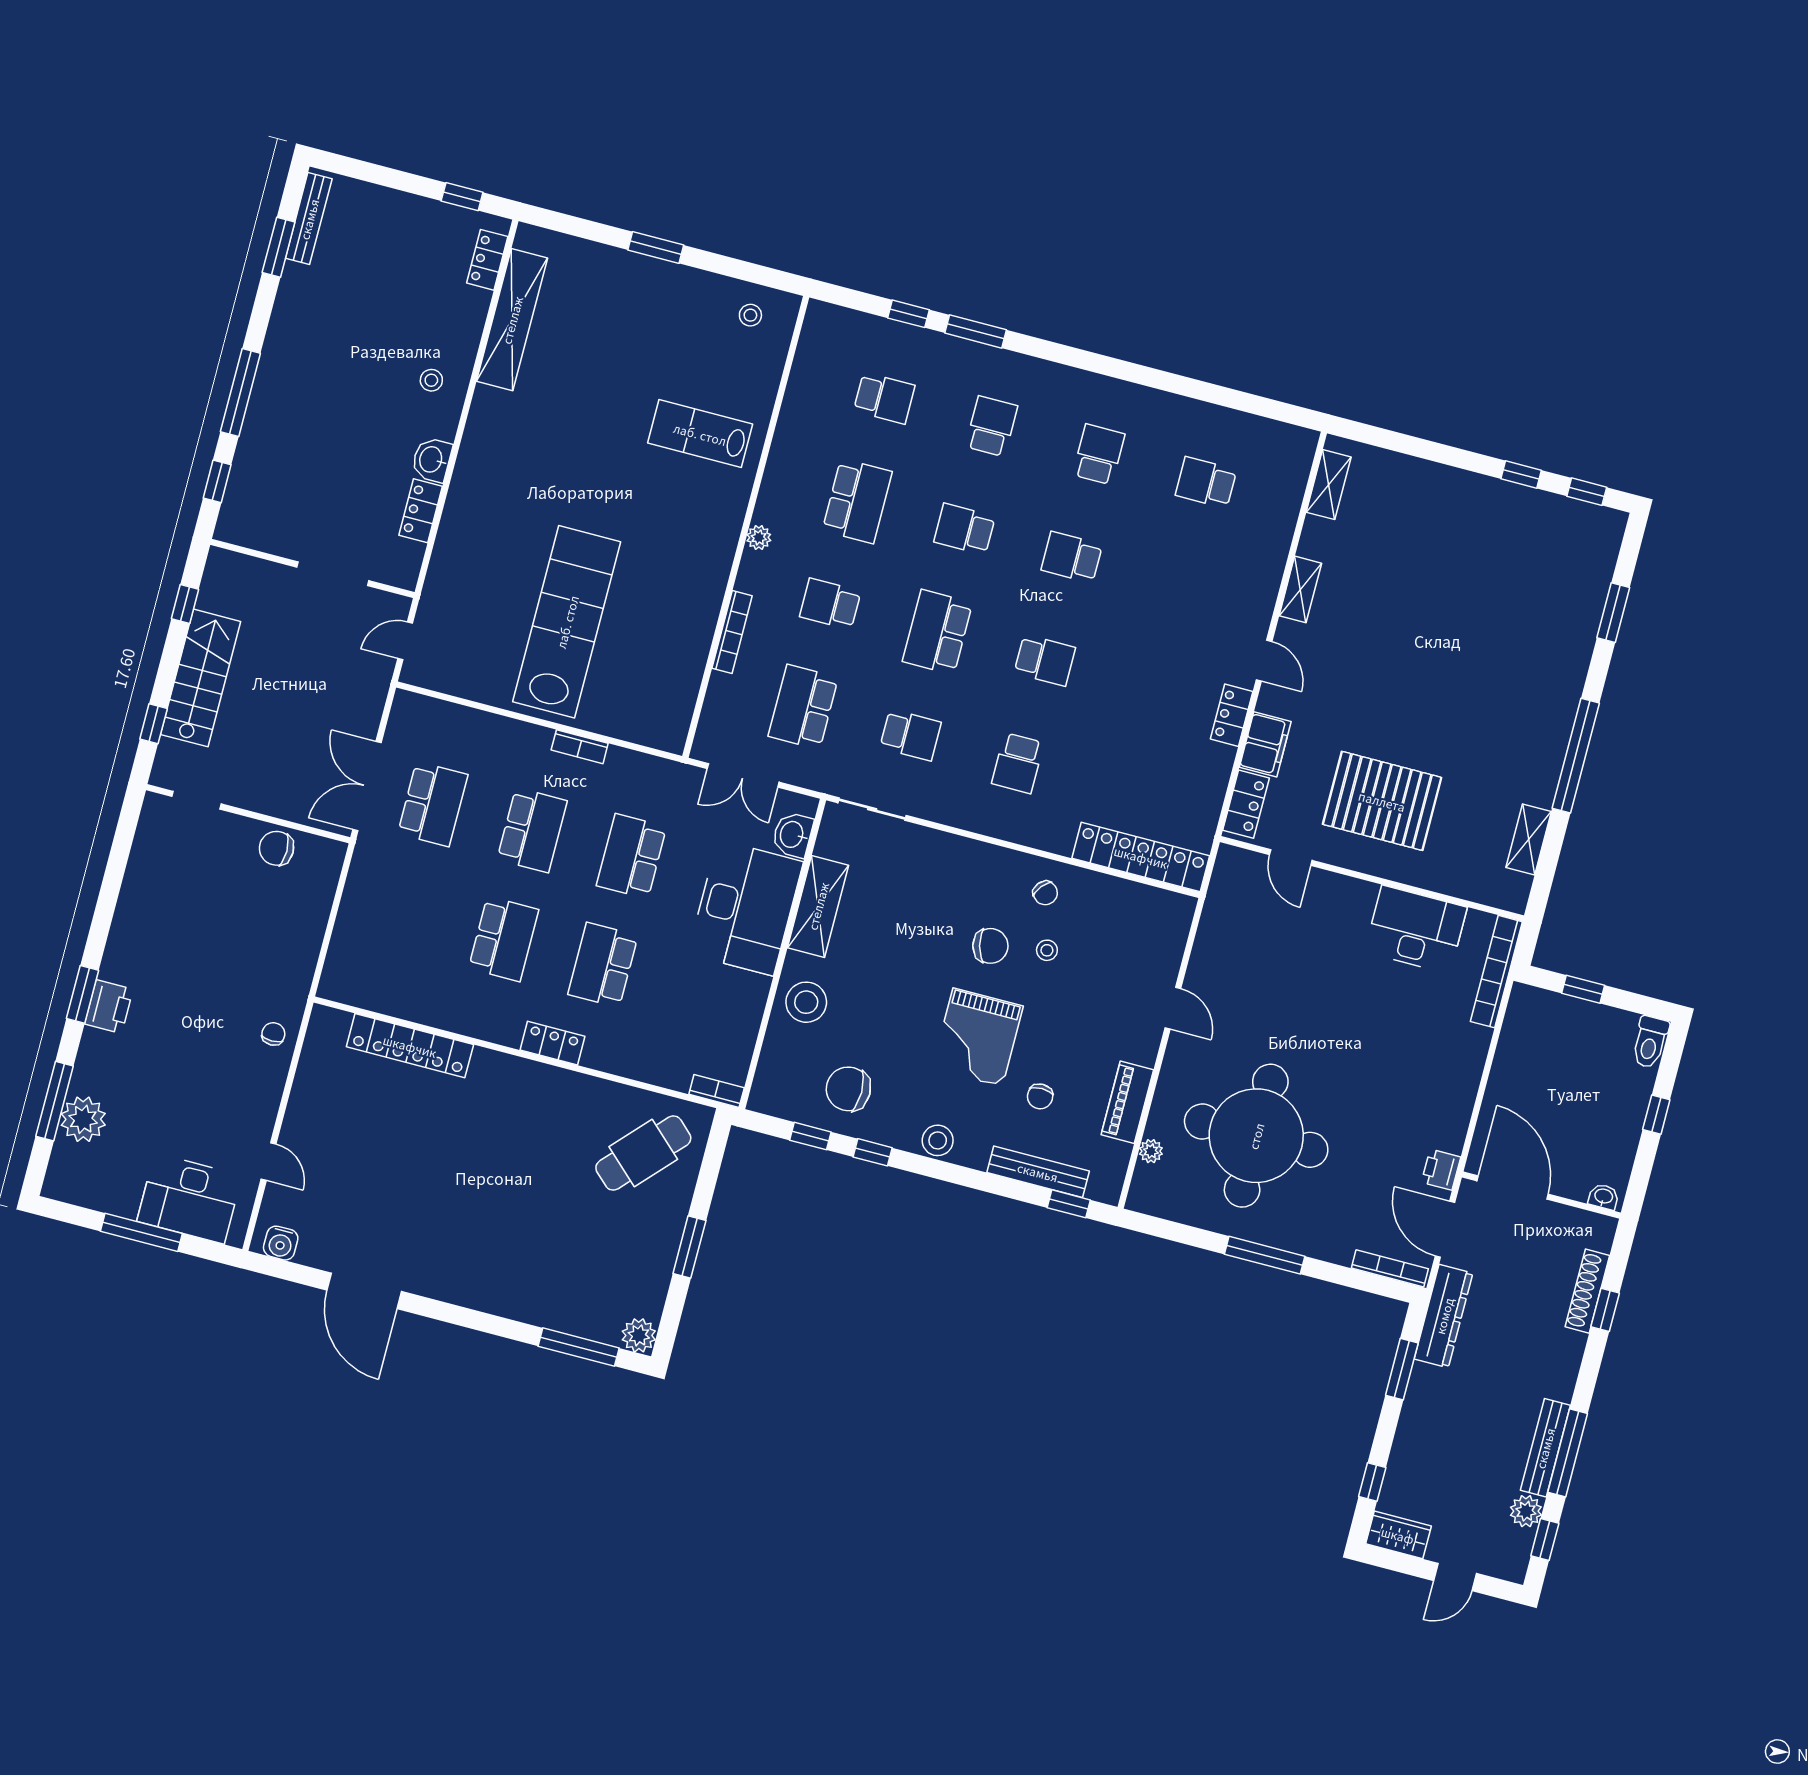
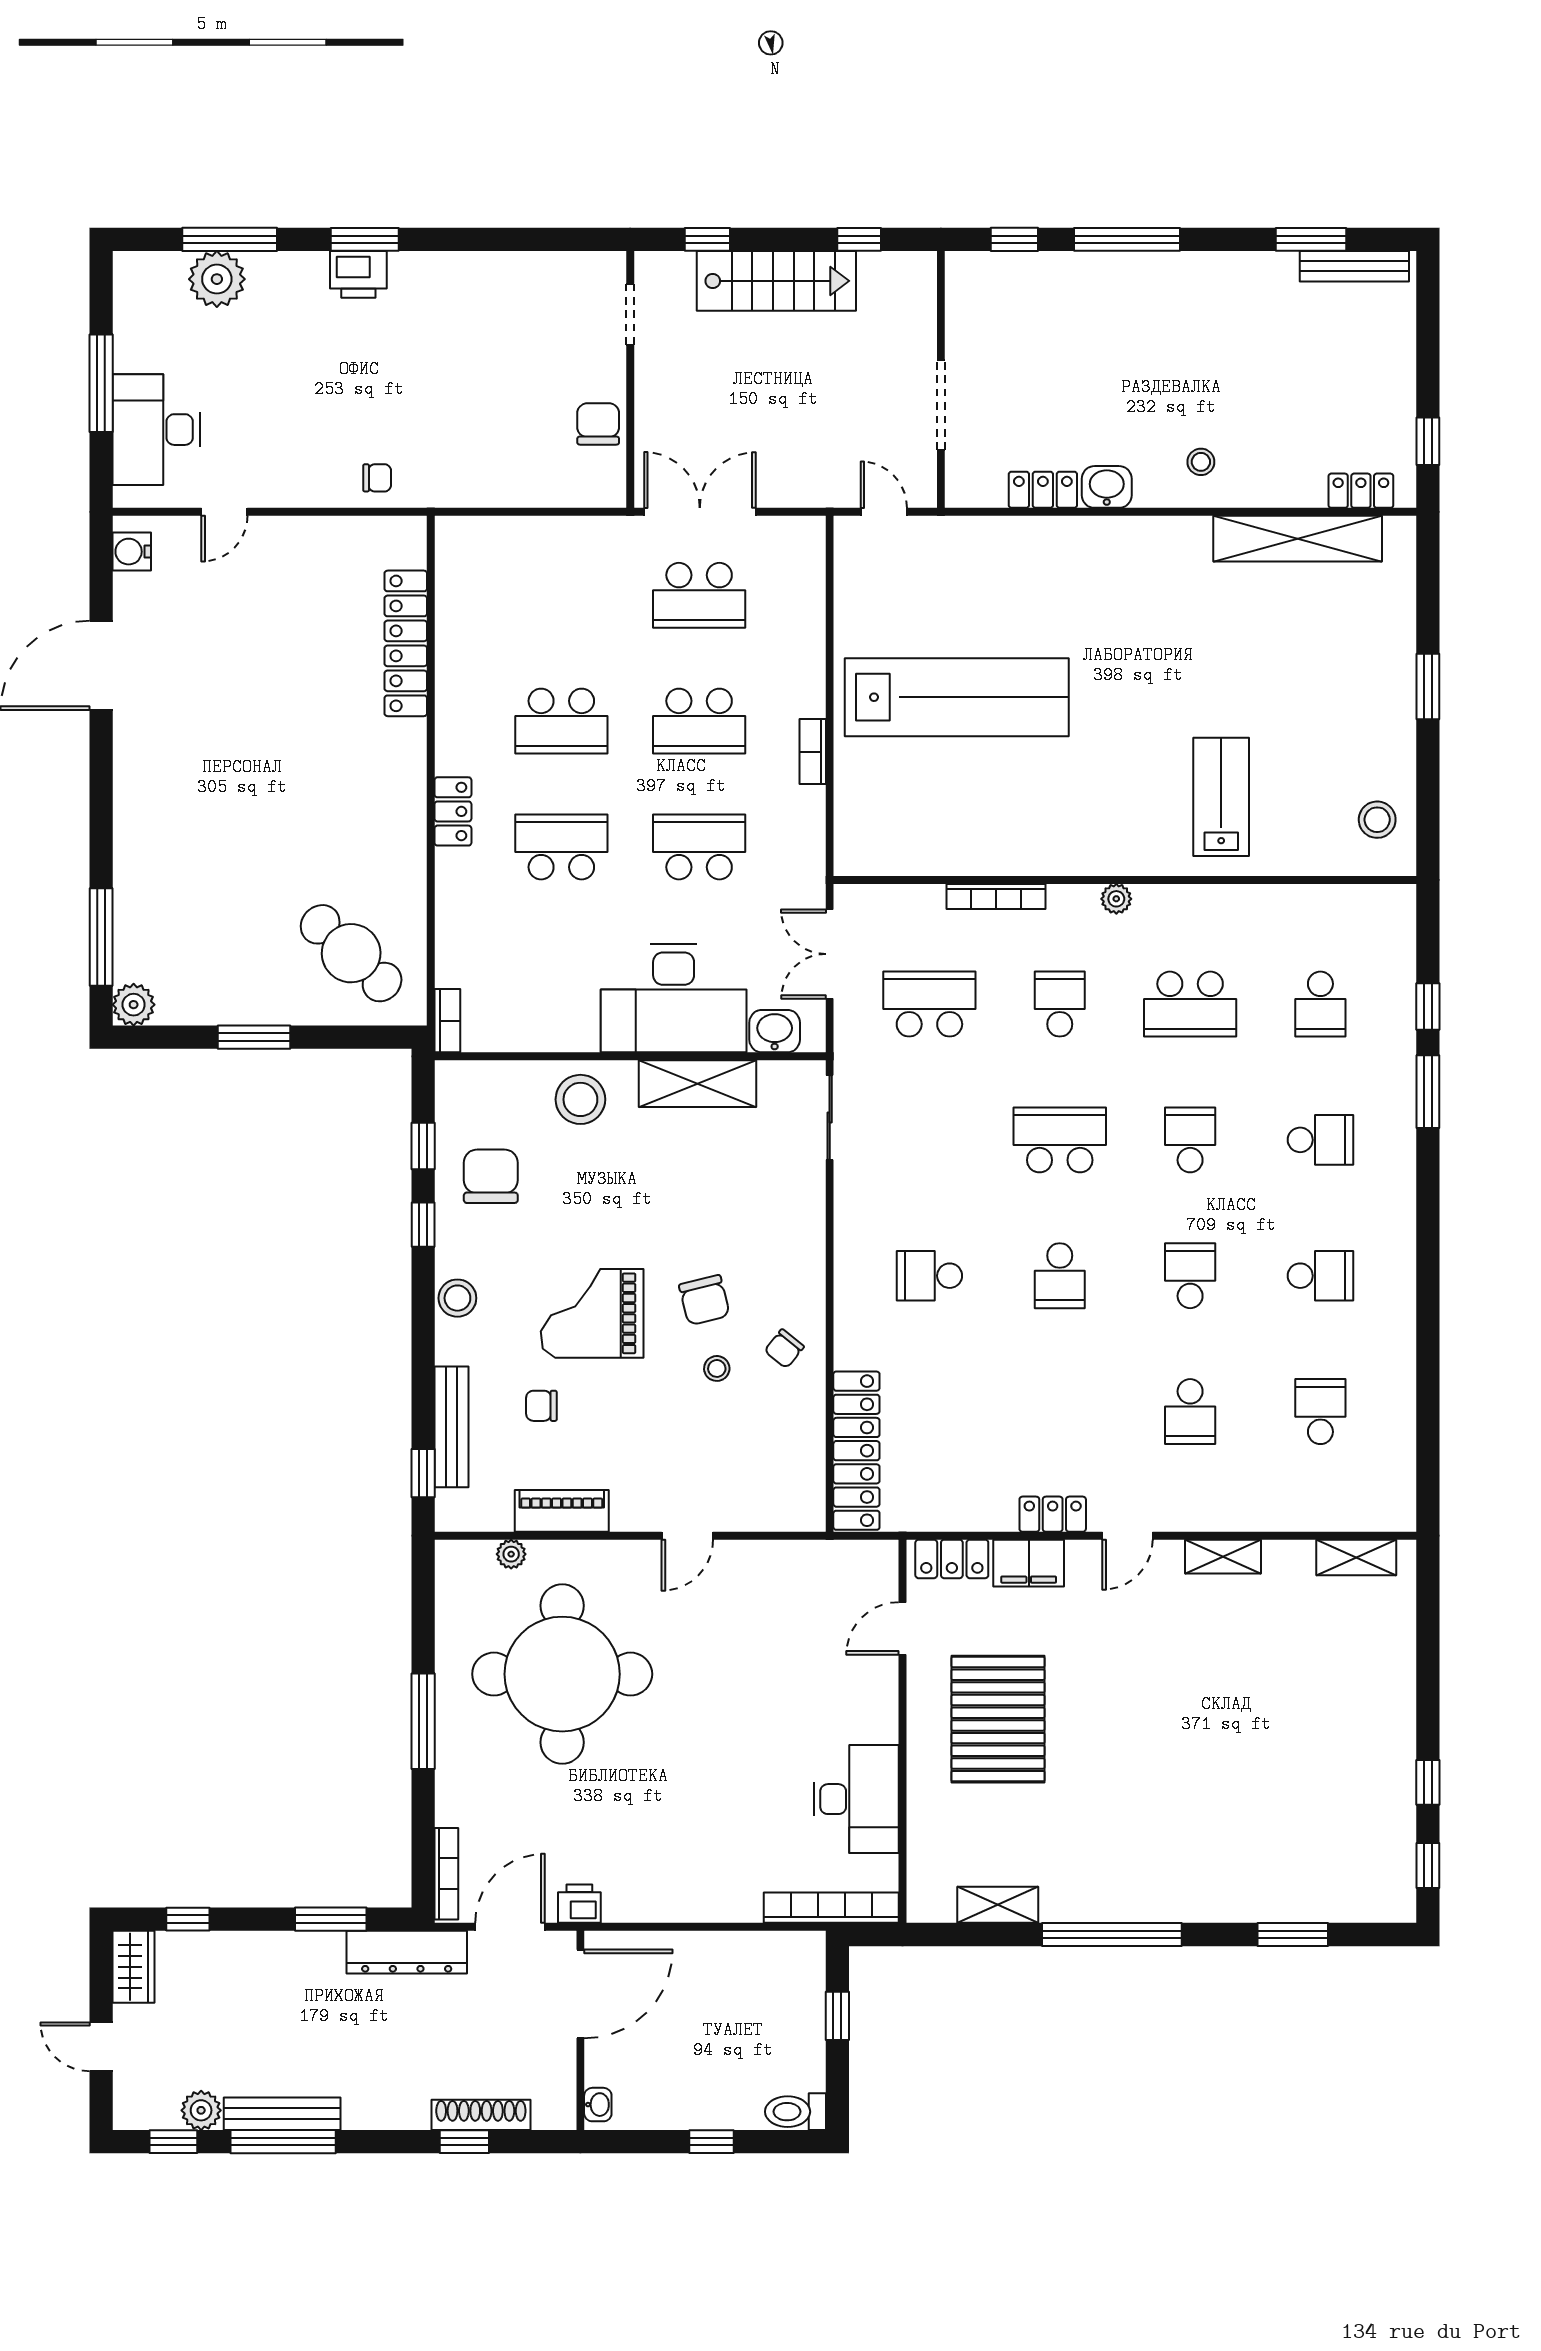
stool: (750, 315) -> (1377, 820), width x1.37, depth x1.37
school desk: (910, 735) -> (1190, 1412), moved

